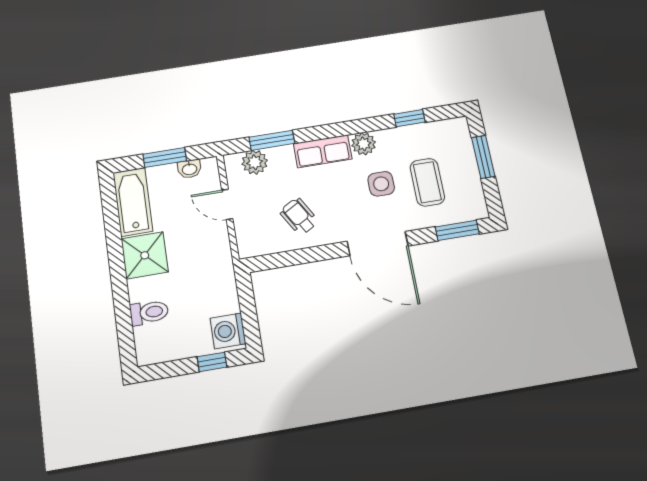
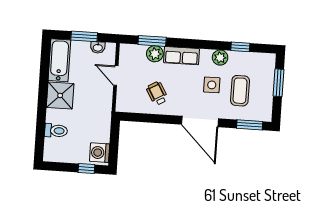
plant: (364, 144) -> (220, 58), moved
plant: (255, 162) -> (155, 54), moved

